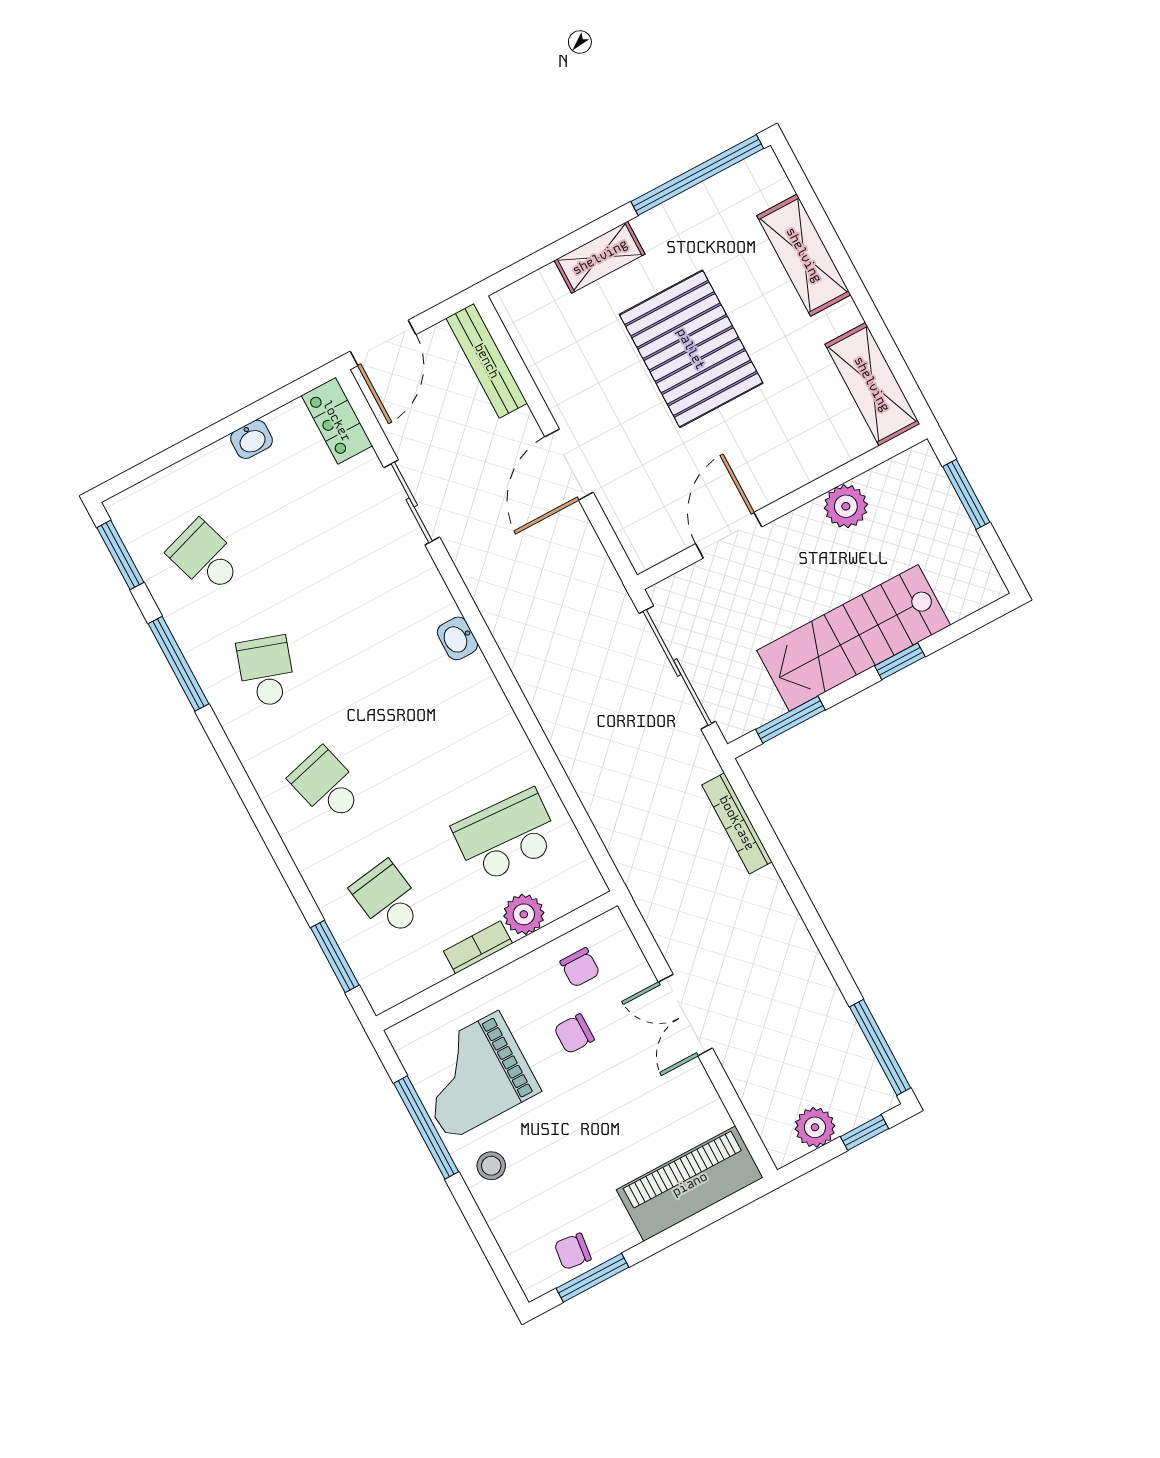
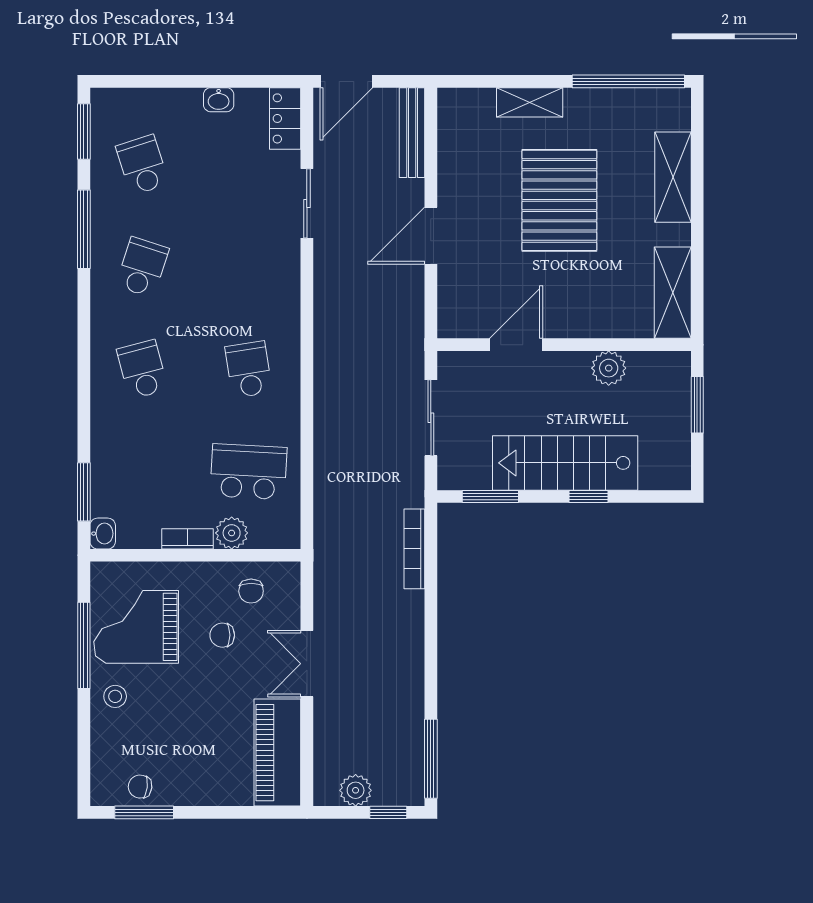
washbasin: (457, 638) -> (103, 534), moved, turned 180
sliding door: (677, 667) -> (431, 418), width x0.73
school desk: (388, 899) -> (249, 369), moved
piano: (690, 1184) -> (277, 753), moved, turned -90

